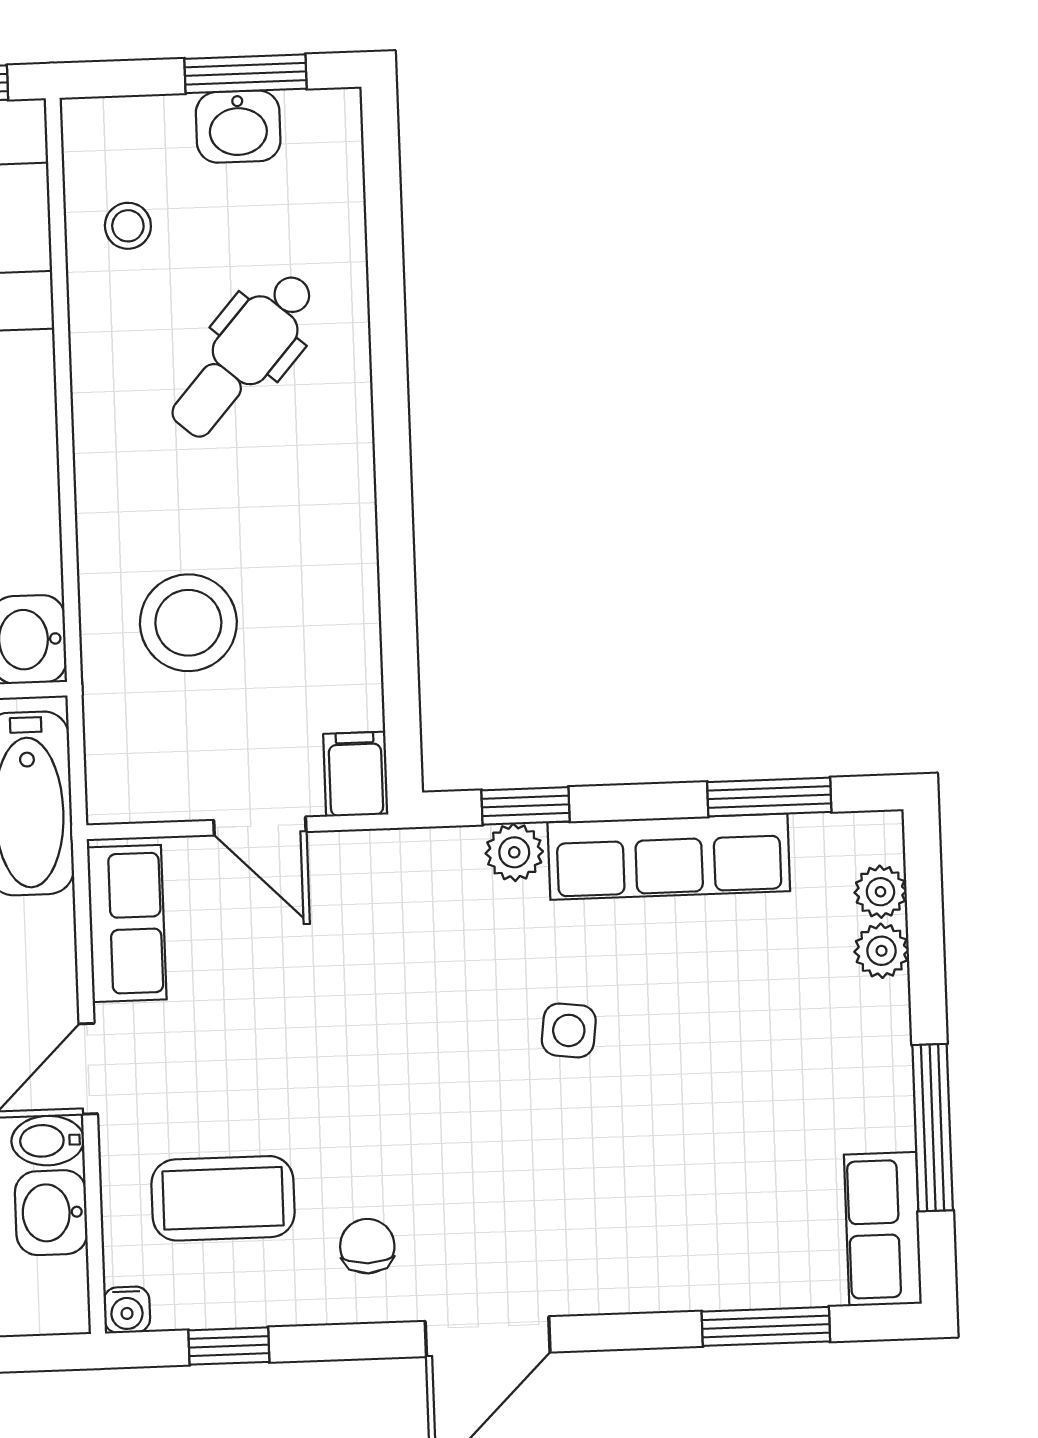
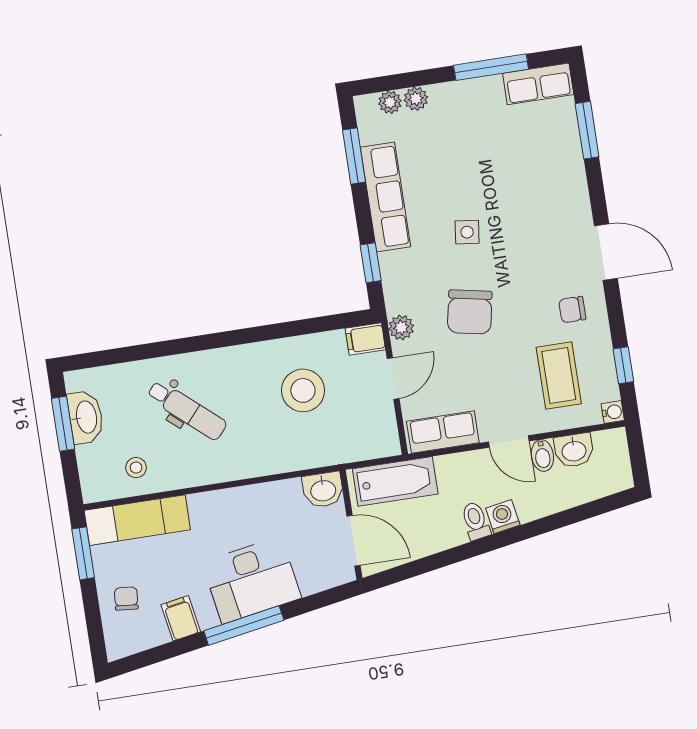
washbasin: (238, 127) -> (86, 417), width x1.38
stool: (188, 623) -> (303, 390), moved
plant: (514, 852) -> (401, 327), moved
chair: (389, 1015) -> (470, 312), added

